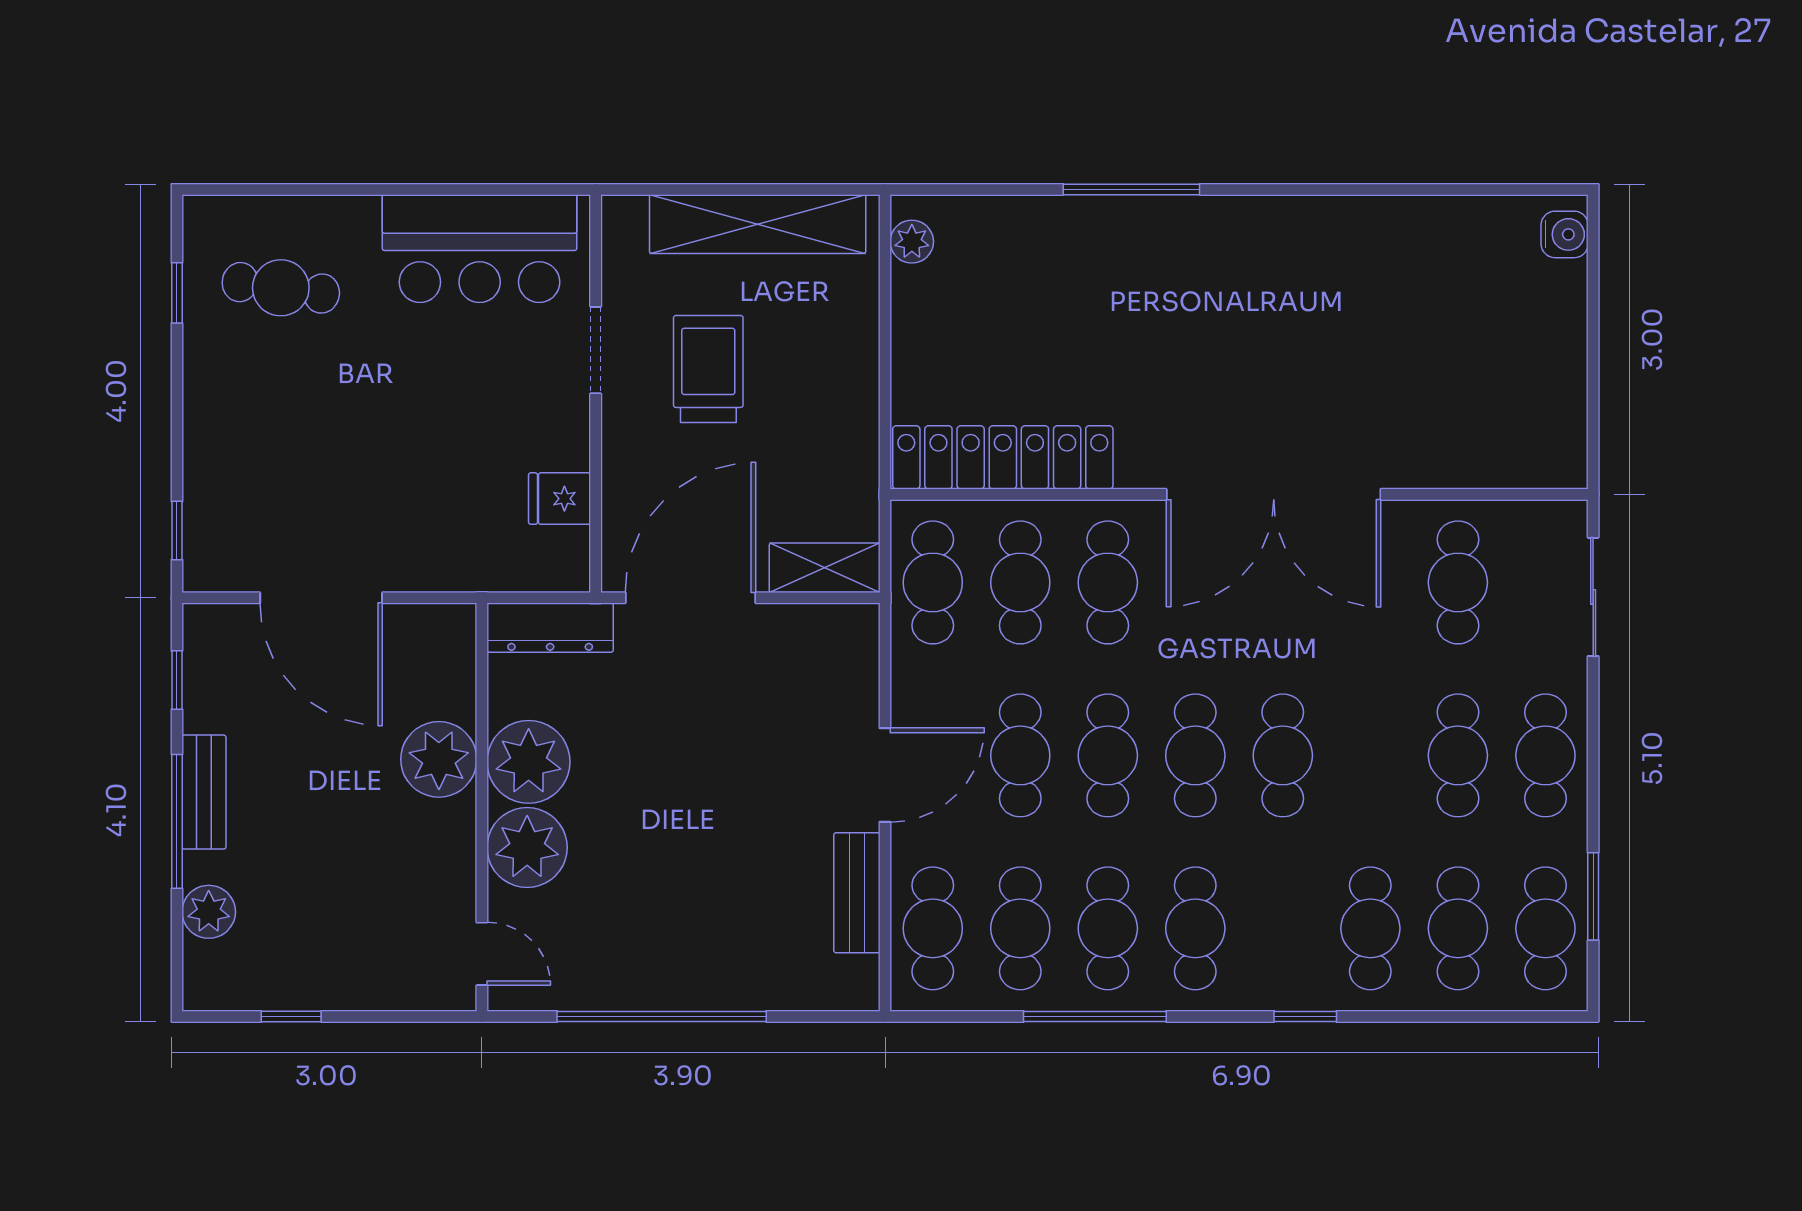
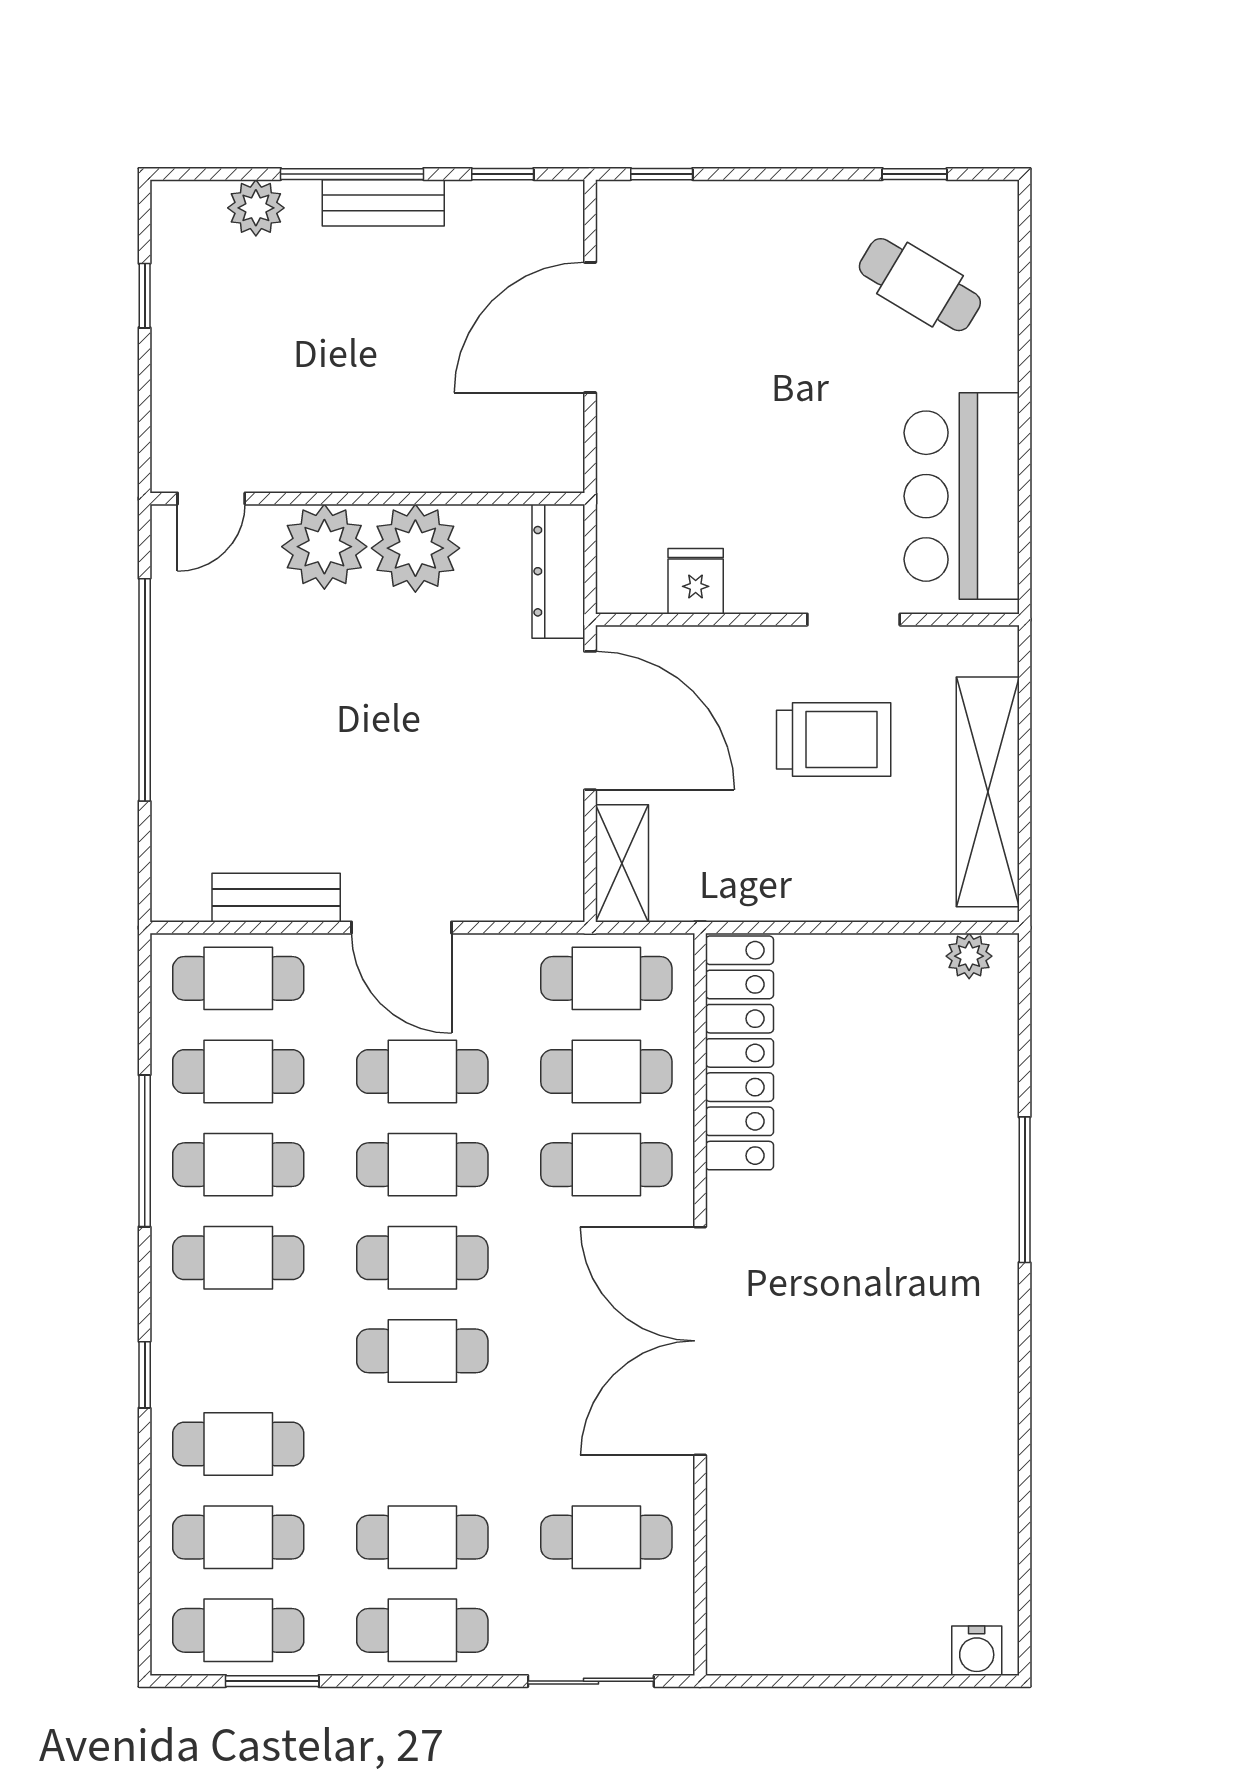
cafe table: (281, 288) -> (920, 285), turned -67
plant: (439, 759) -> (418, 453), removed

